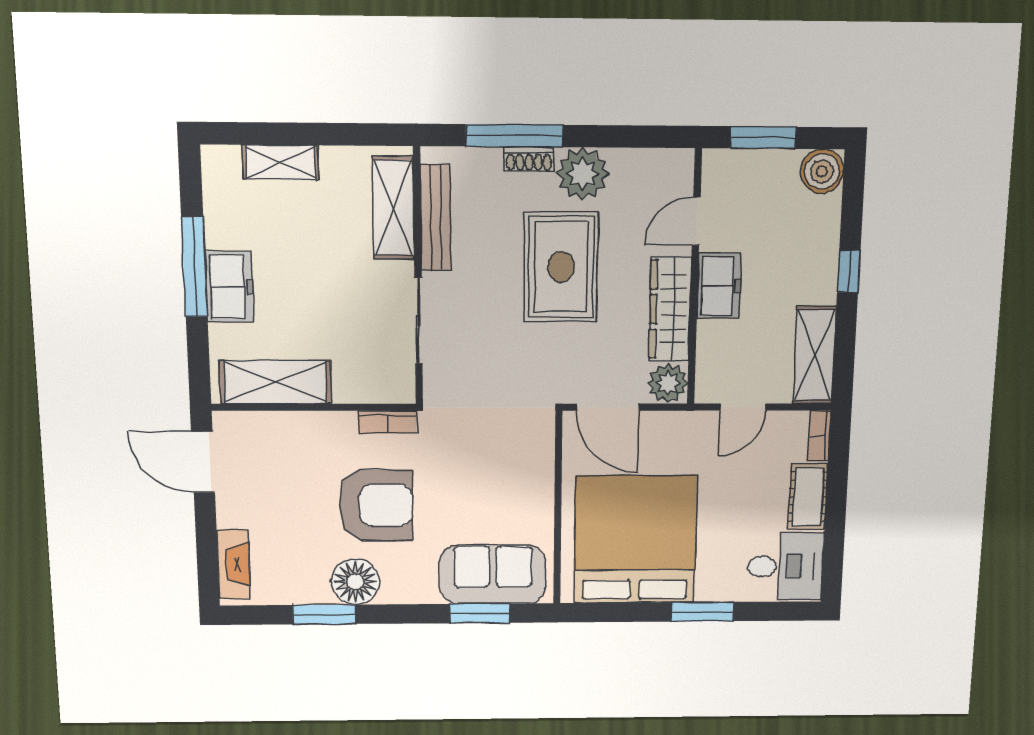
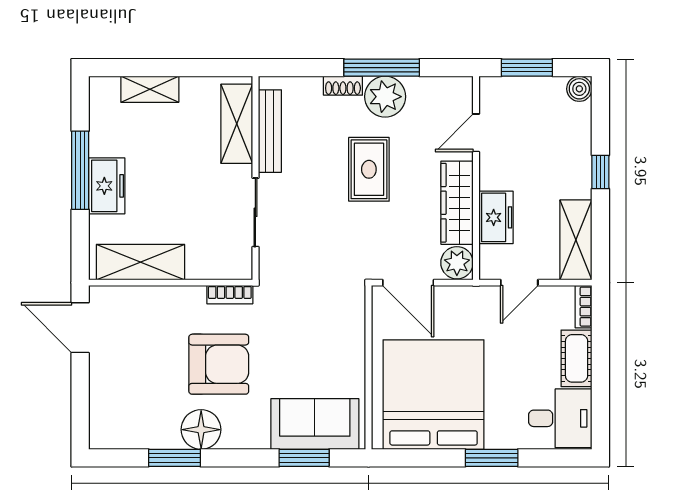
window: (514, 136) -> (382, 68), moved
boiler: (822, 171) -> (579, 89), width x0.73, depth x0.73
rug: (561, 267) -> (369, 169), width x0.73, depth x0.70
freezer: (719, 286) -> (496, 217), moved
fireplace: (233, 564) -> (101, 414), removed

